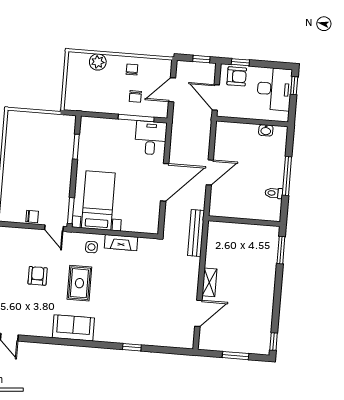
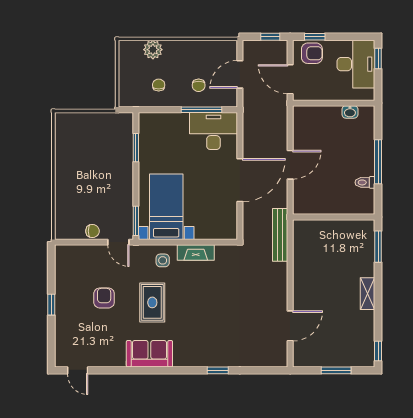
chair: (132, 70) -> (159, 85), moved
desk: (151, 138) -> (213, 131), width x1.37
shelving: (209, 282) -> (368, 294), moved

